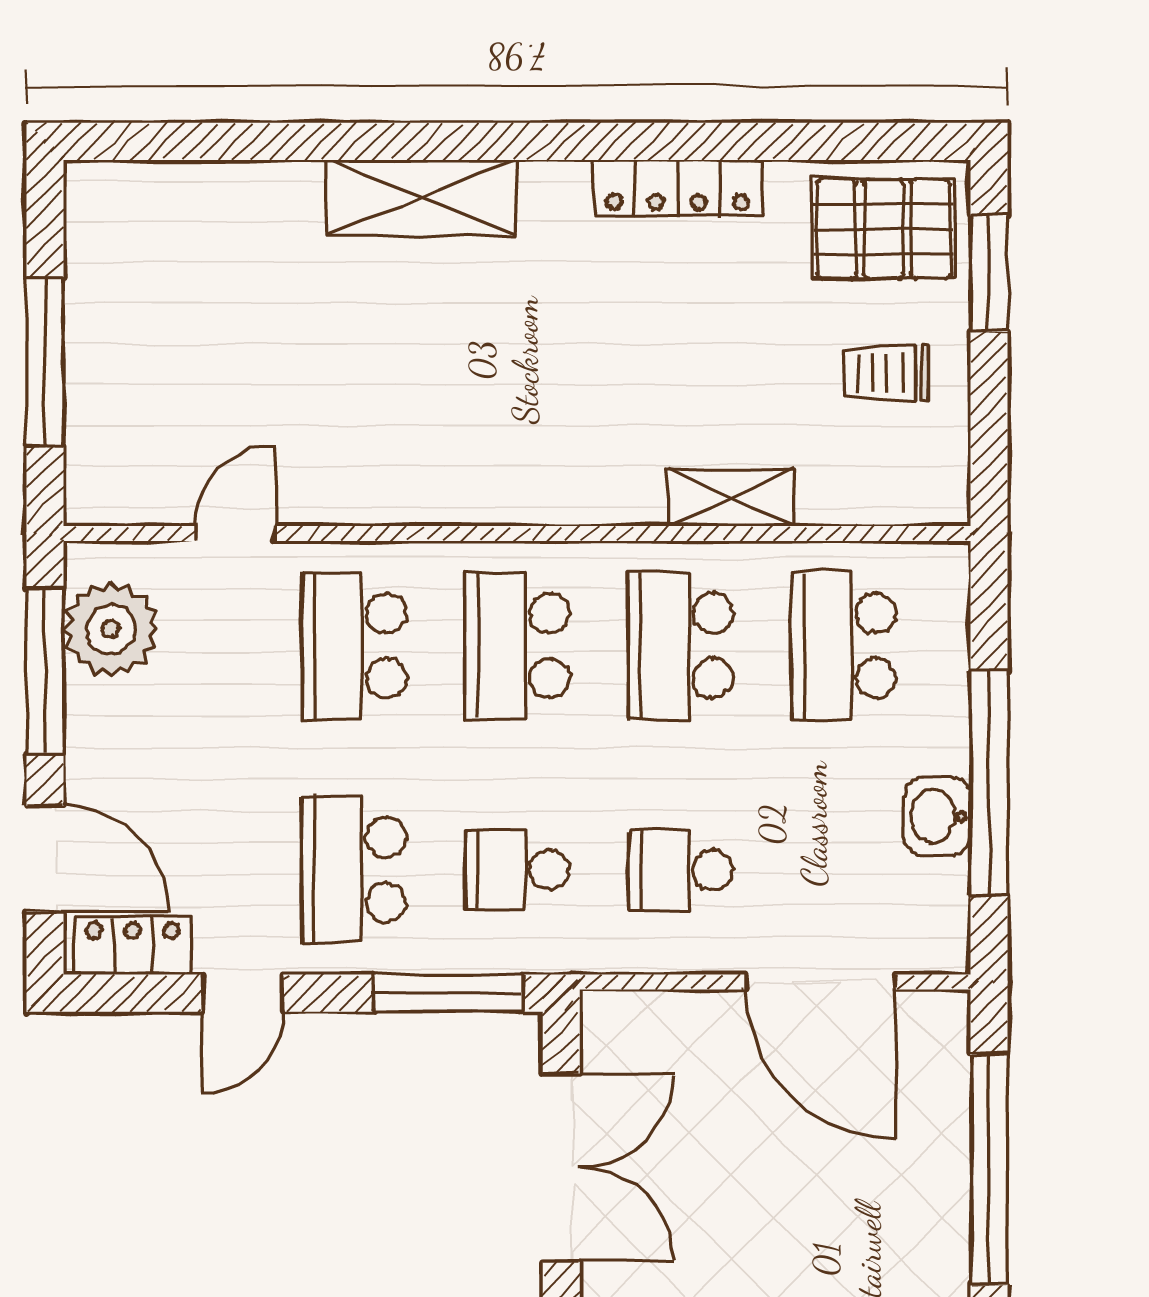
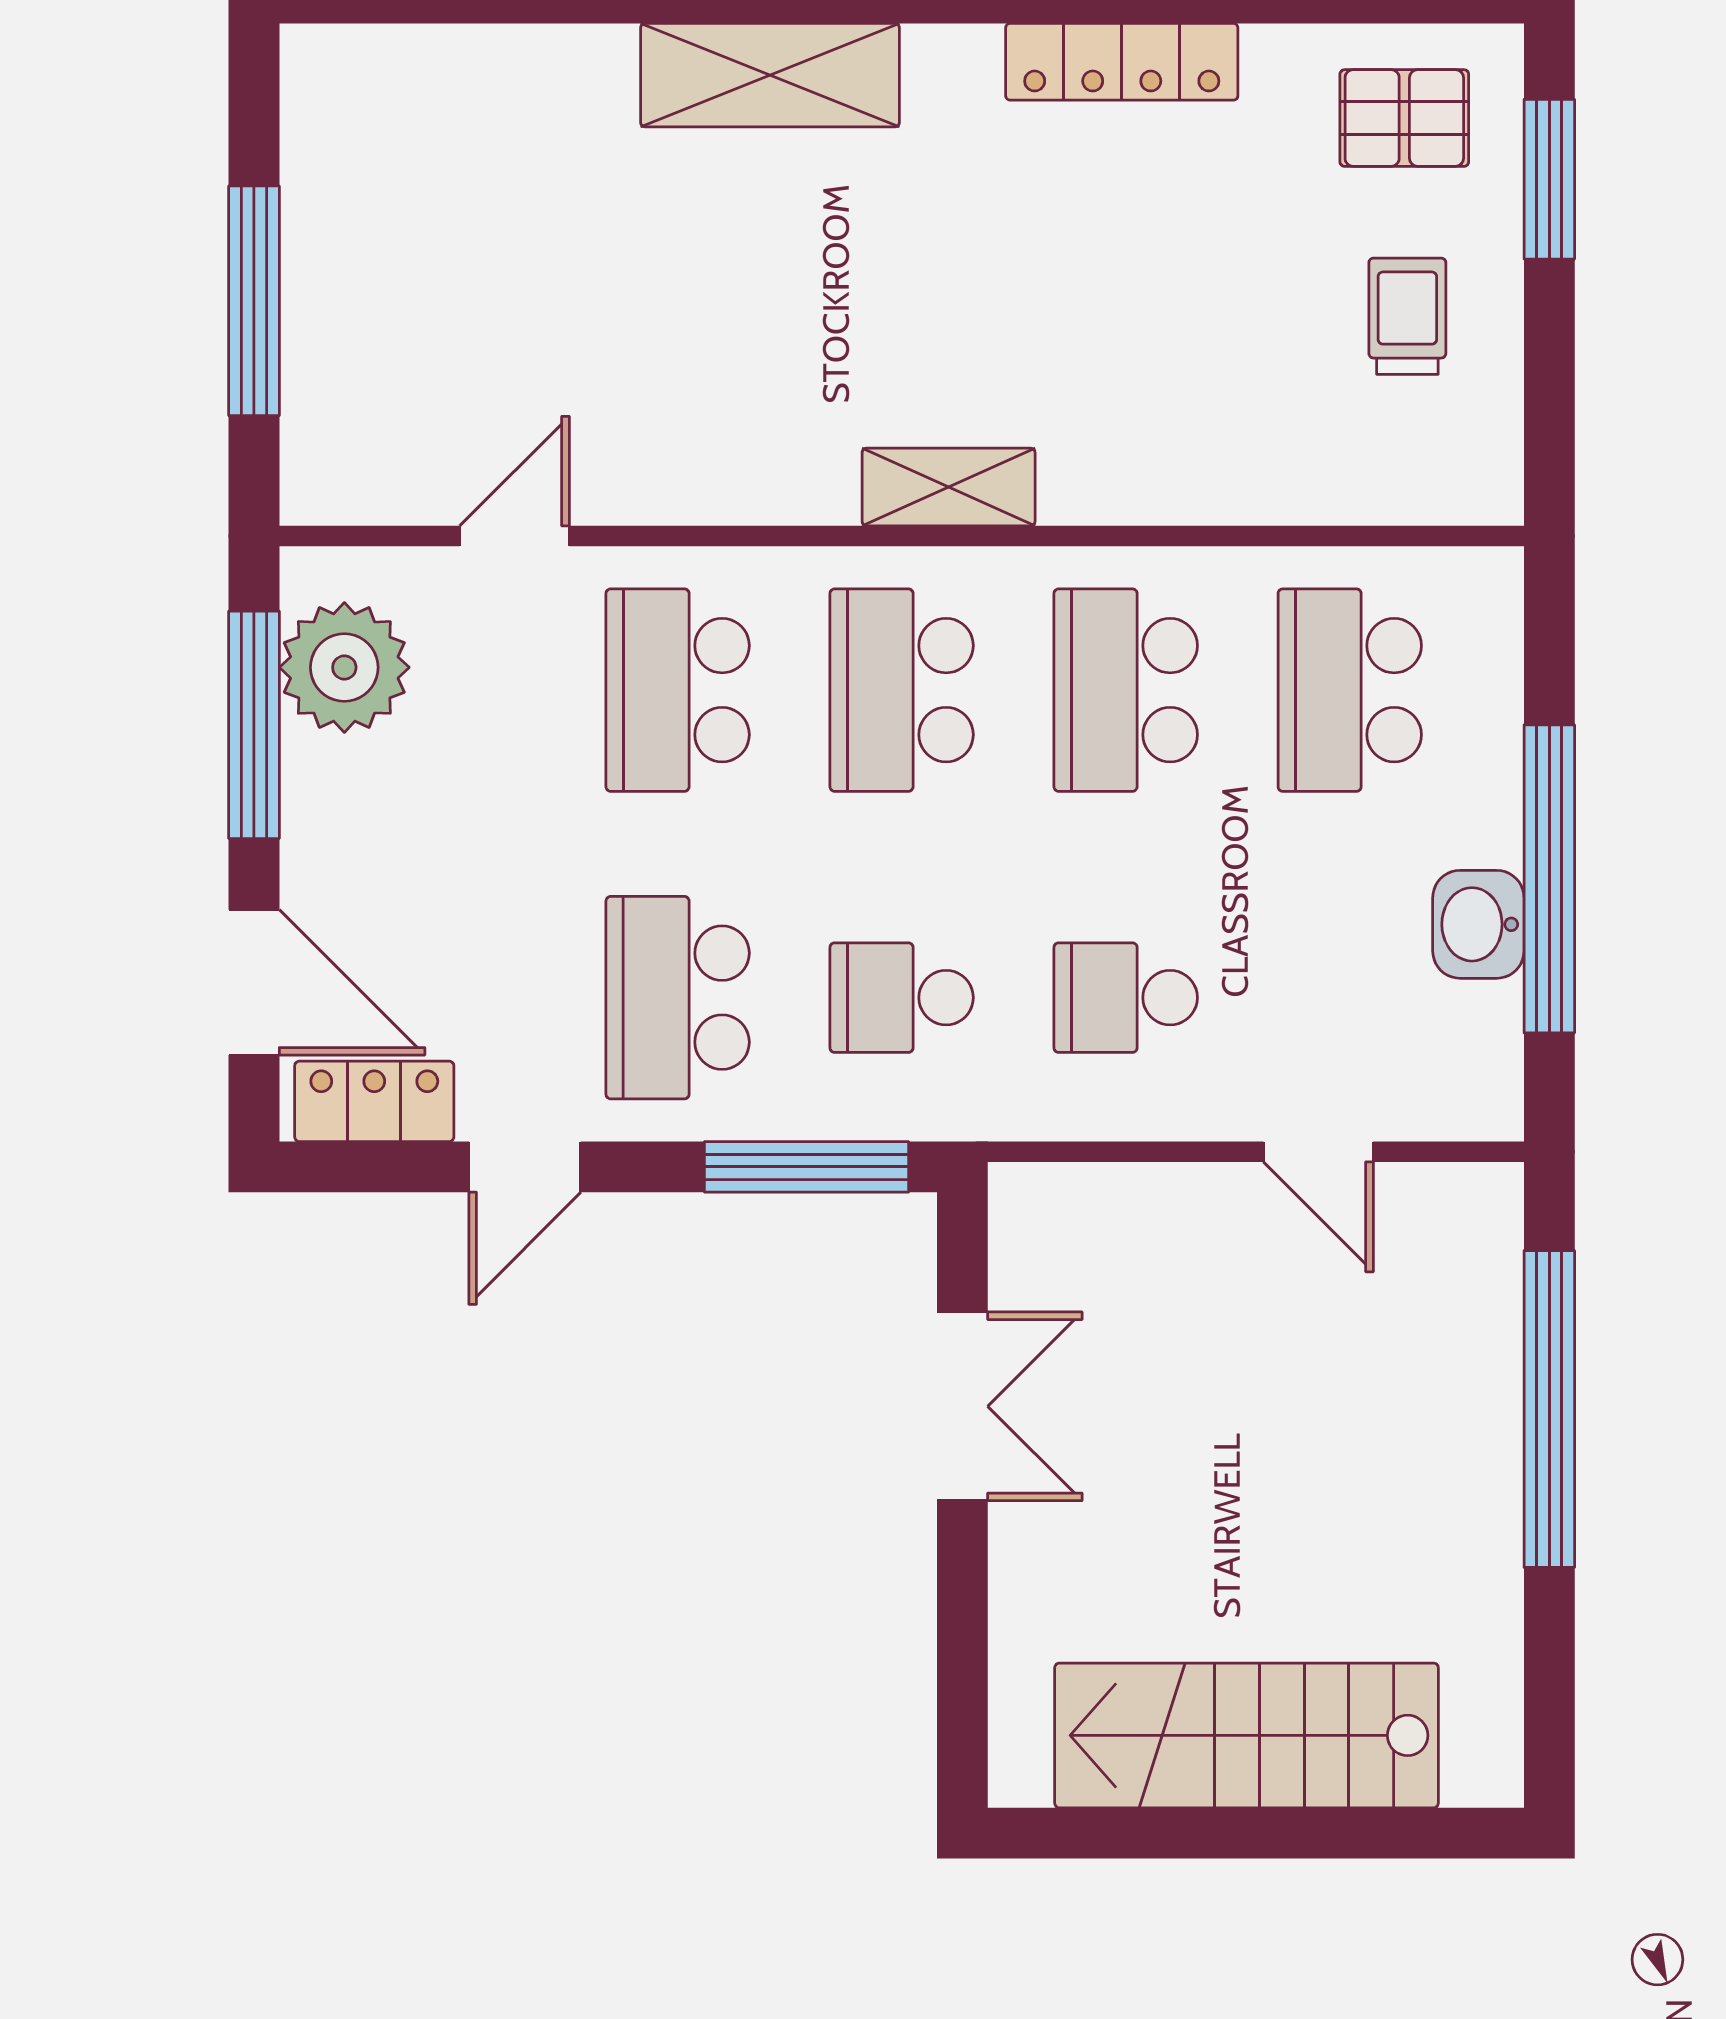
pallet: (883, 229) -> (1404, 118), width x0.67, depth x0.71
trolley: (886, 373) -> (1407, 316), turned 90
shelving: (731, 498) -> (949, 487), moved
door: (821, 982) -> (1318, 1152), width x0.53
double door: (561, 1168) -> (962, 1406), width x0.73

